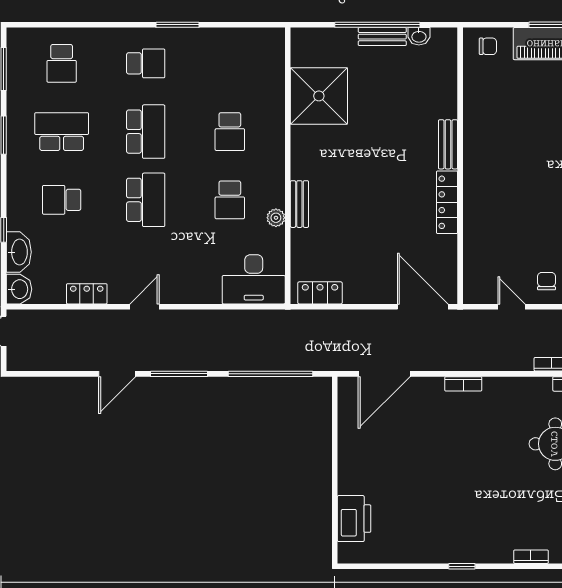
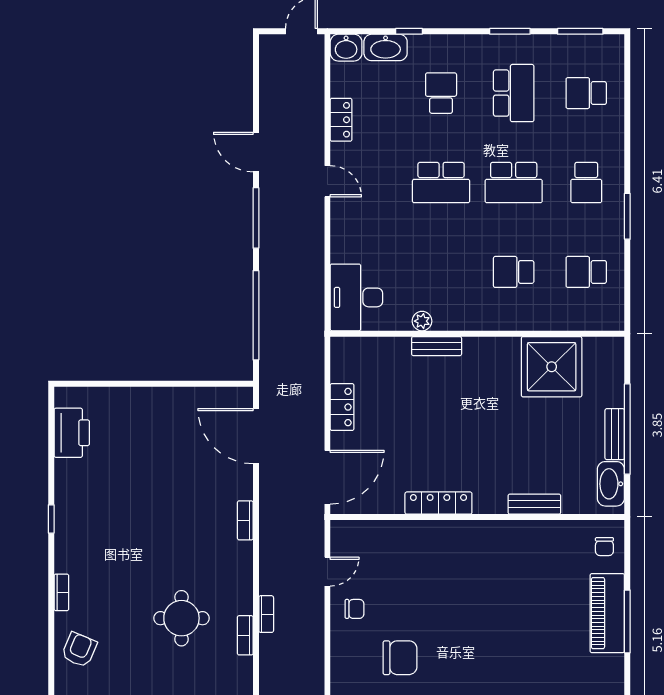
washbasin: (419, 36) -> (611, 484), width x1.91, depth x1.45
bench: (448, 144) -> (534, 504), moved
school desk: (230, 200) -> (586, 272), moved
locker: (320, 293) -> (342, 407), moved
printer: (354, 519) -> (72, 433), moved, turned -90

